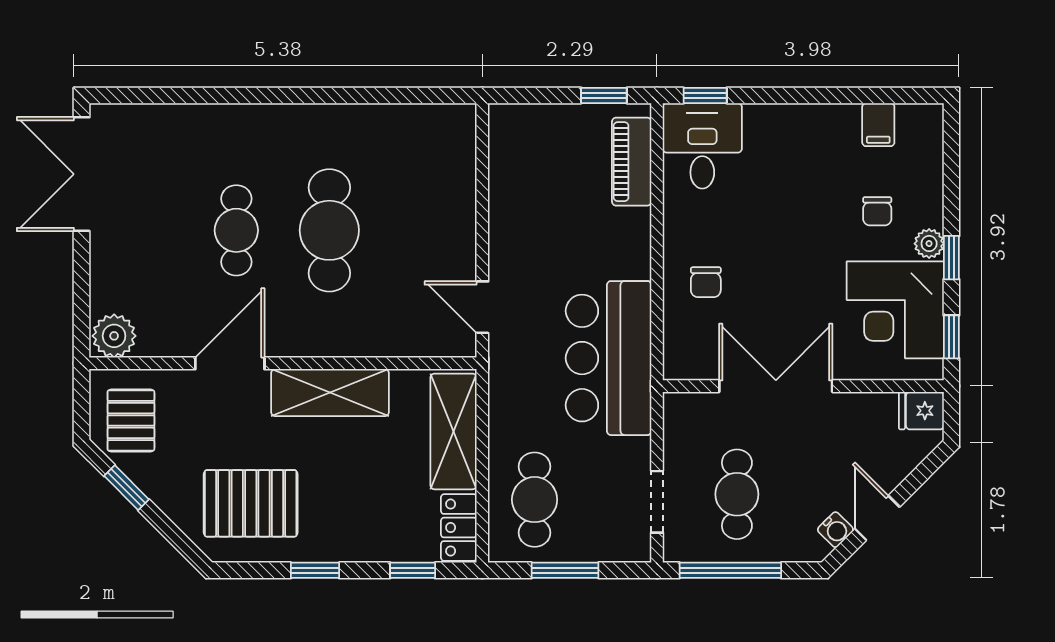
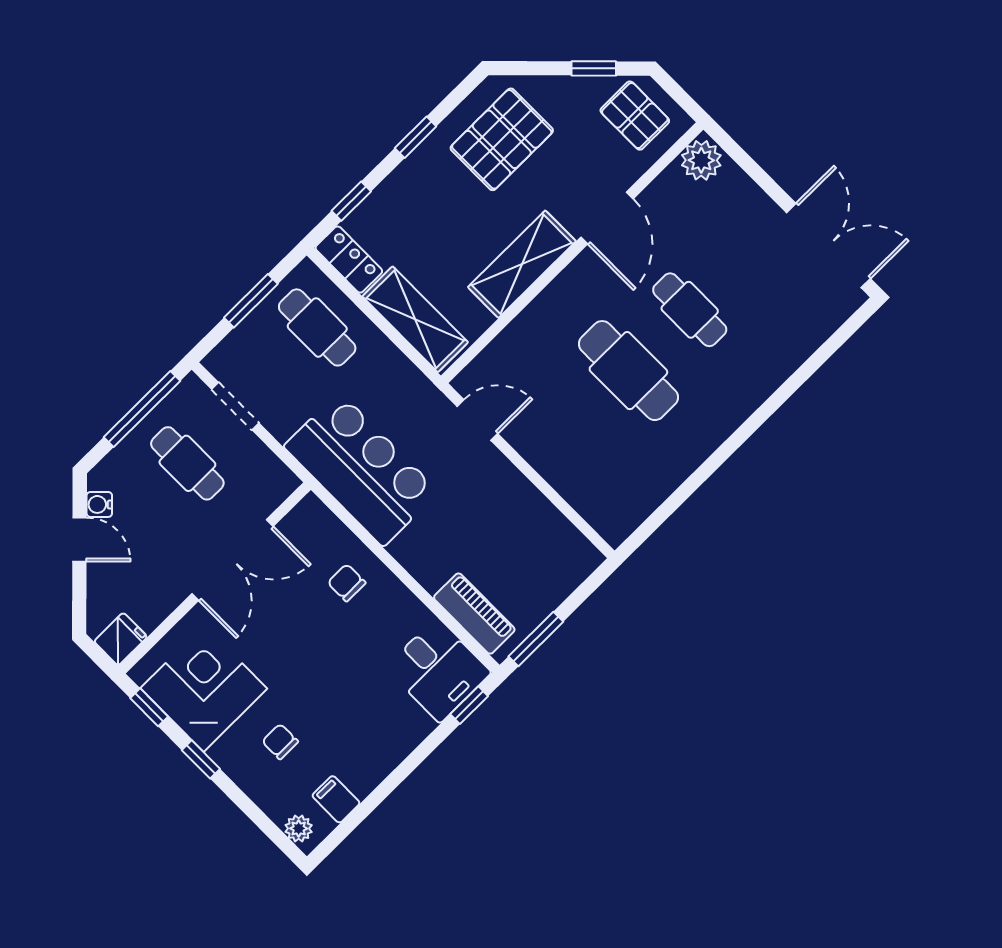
window: (604, 96) -> (536, 639), width x1.50
plant: (929, 244) -> (299, 828), moved

